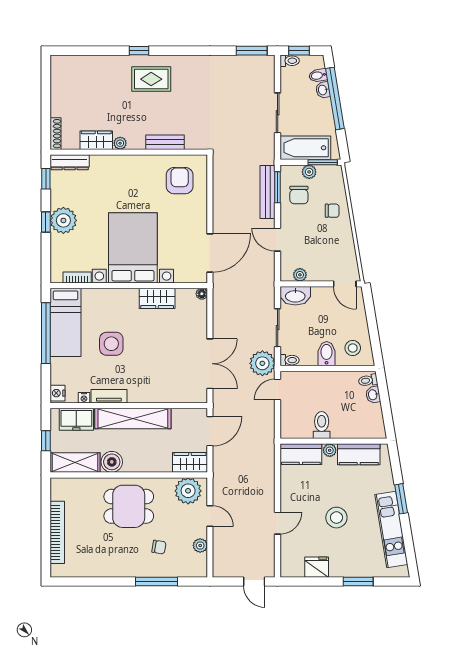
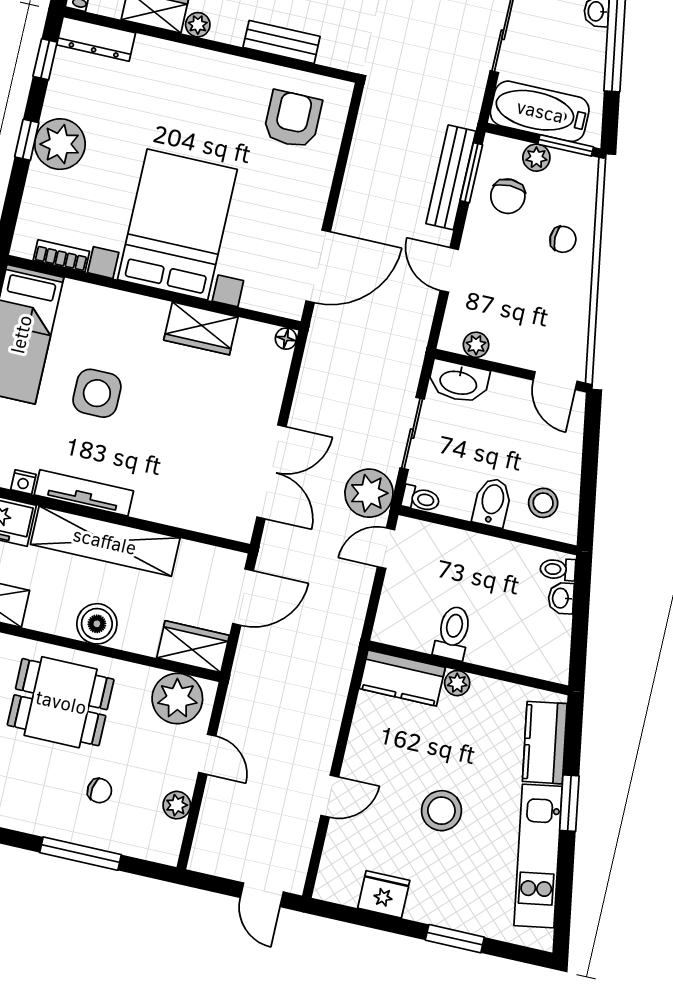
tv unit: (109, 396) -> (84, 493), width x1.41
kitchen counter: (359, 454) -> (545, 743), moved, turned 81
boiler: (112, 462) -> (97, 624), moved

